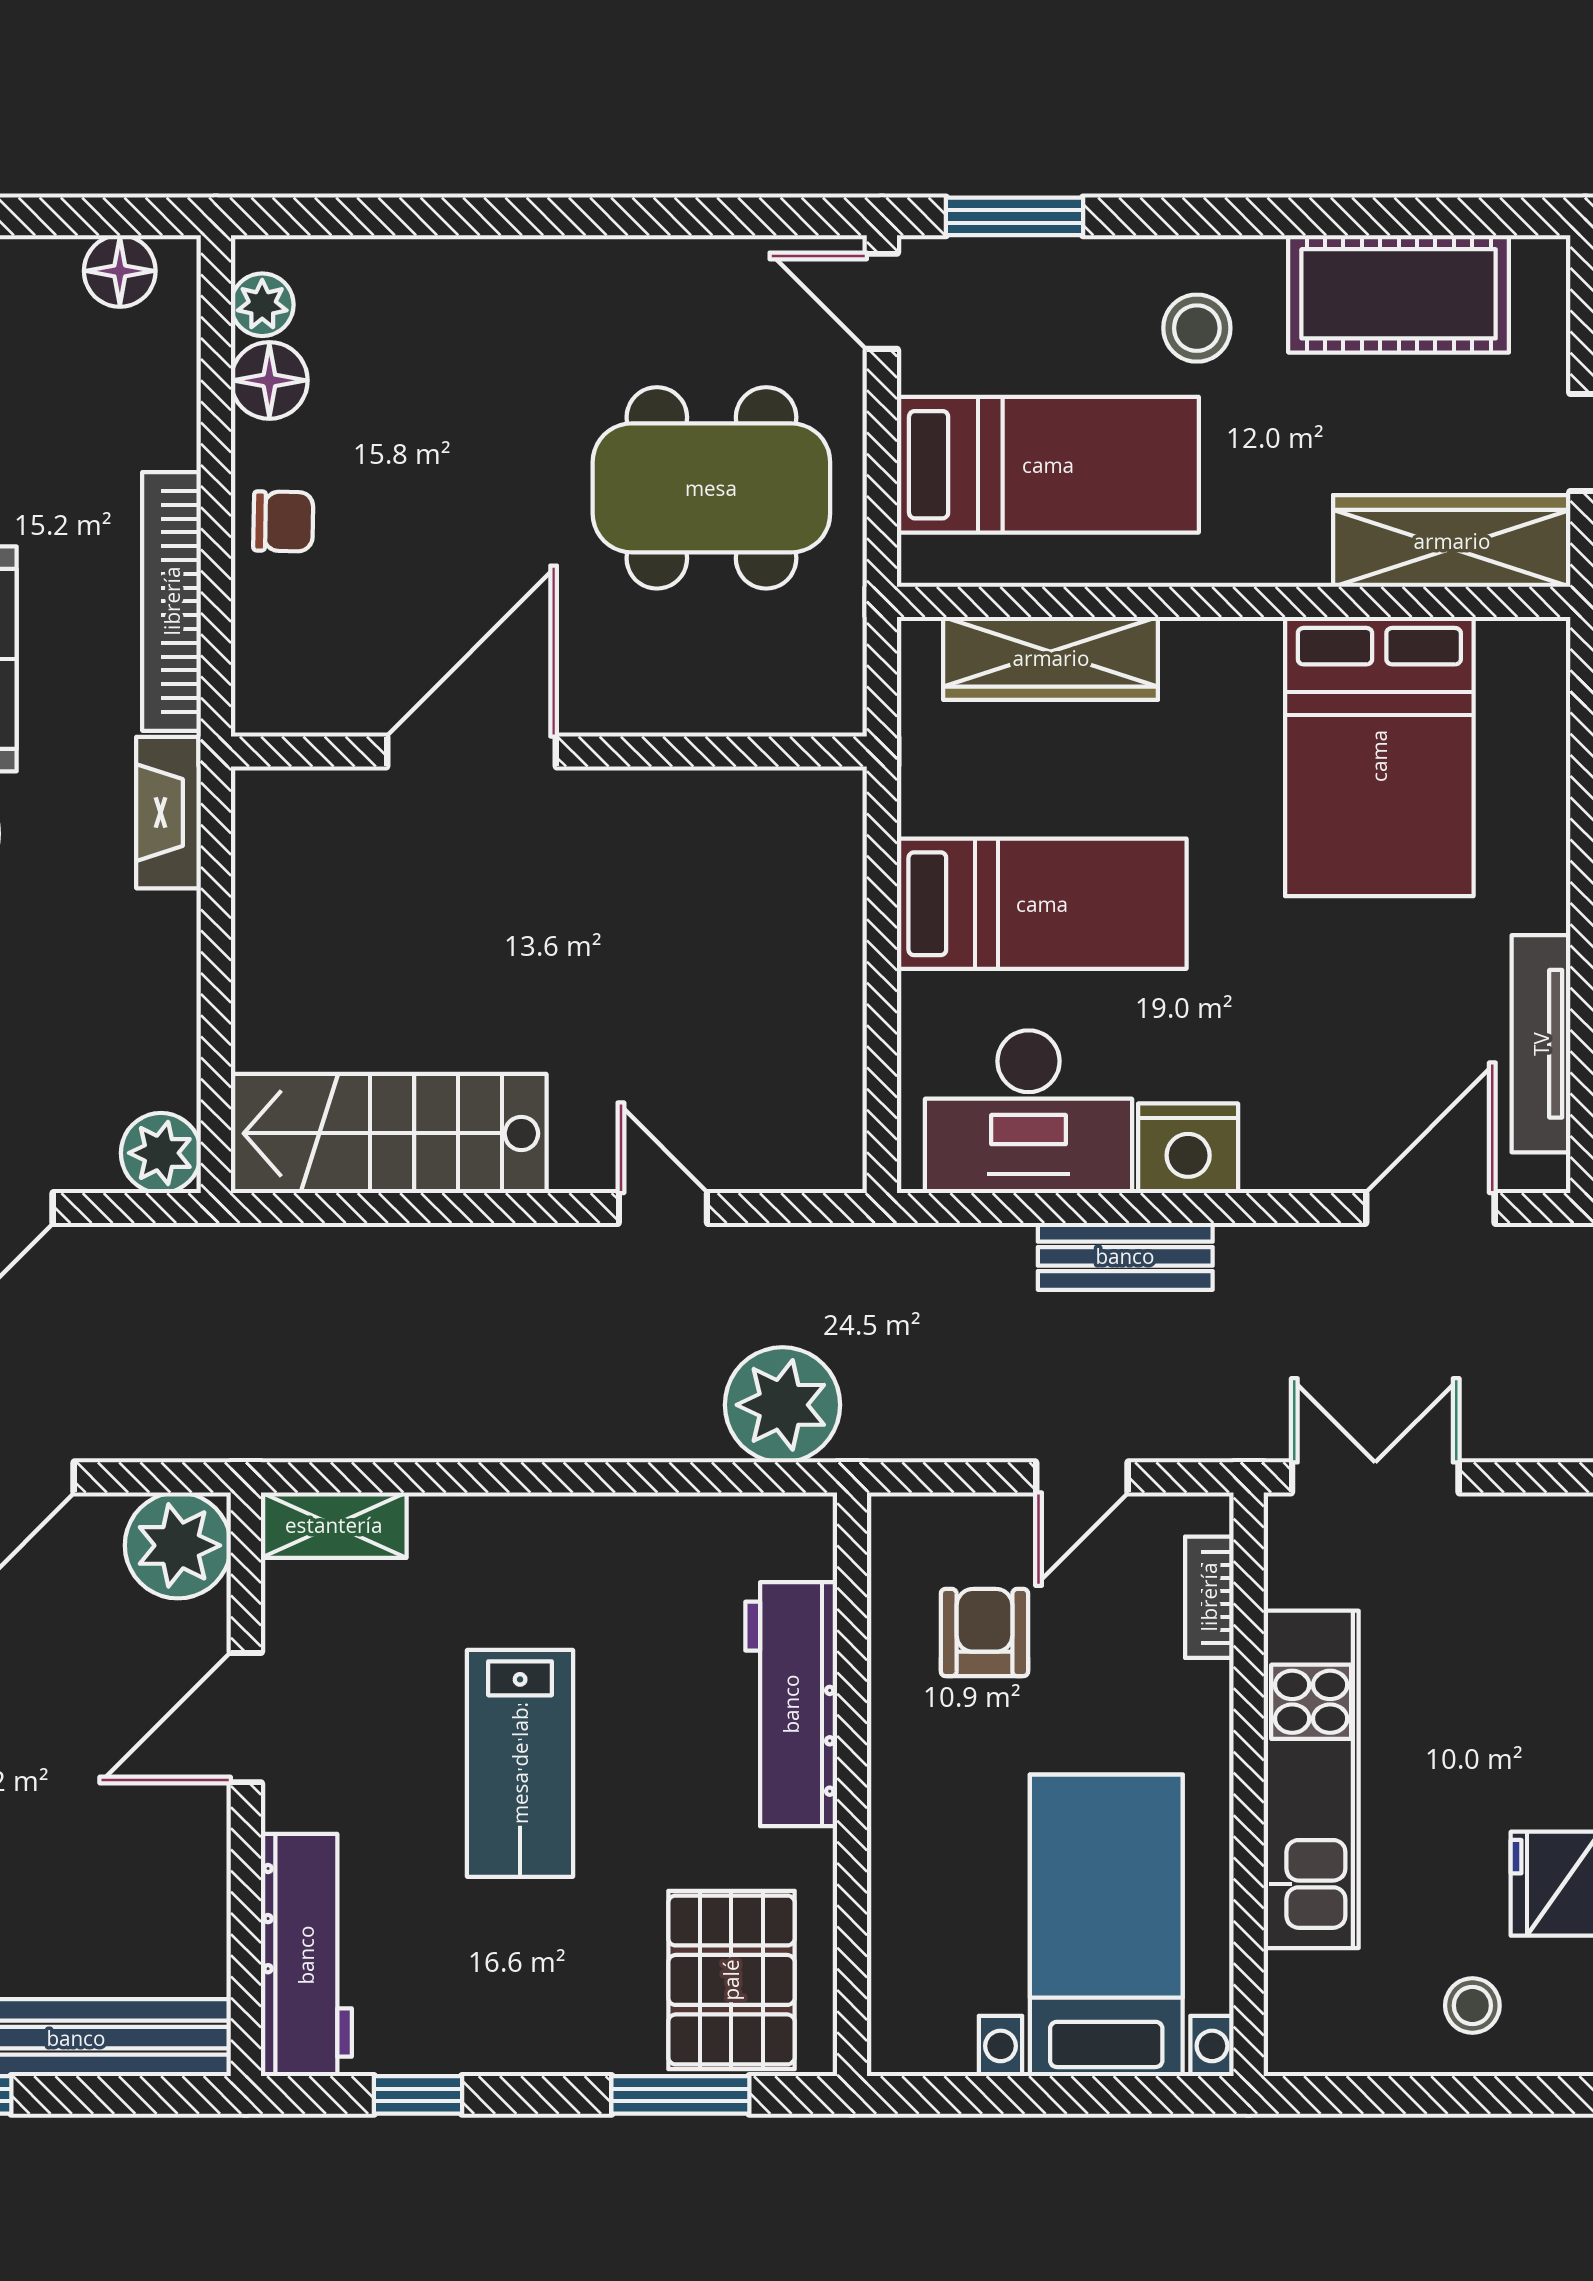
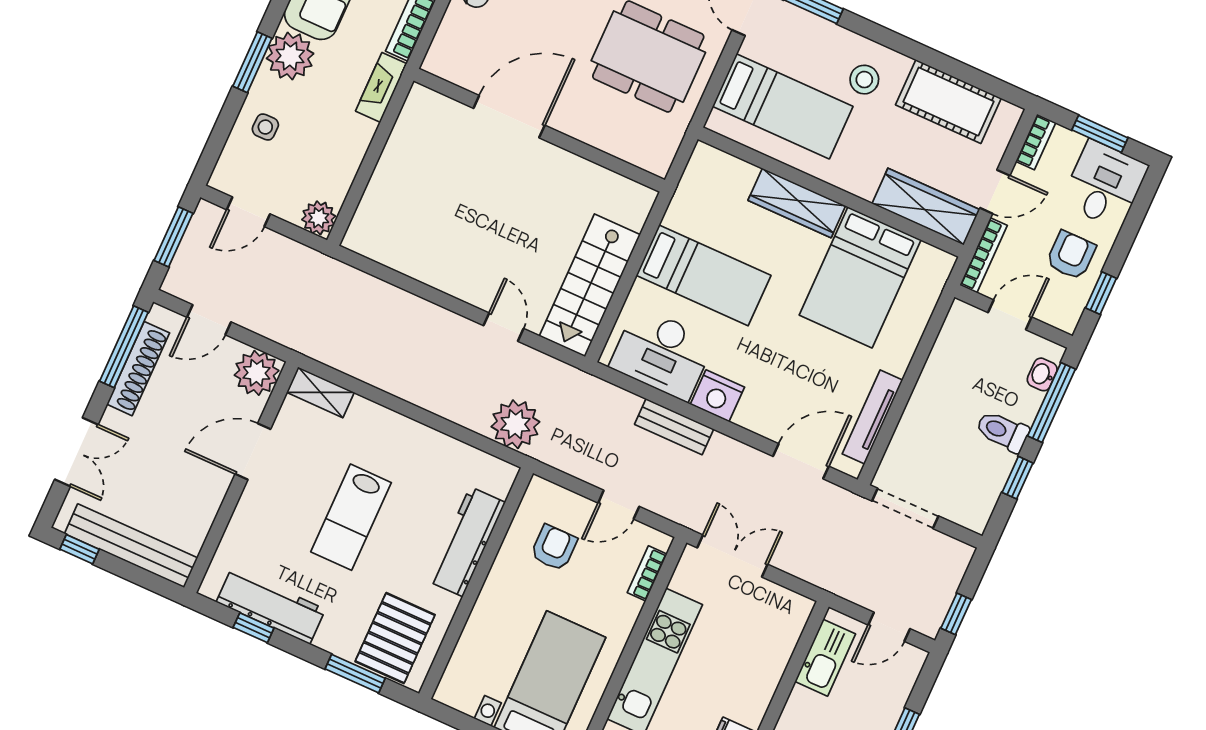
wardrobe: (1051, 658) -> (797, 203), moved
stairs: (389, 1133) -> (590, 285), moved, turned -90
workbench: (306, 1955) -> (271, 606), moved, turned -90

